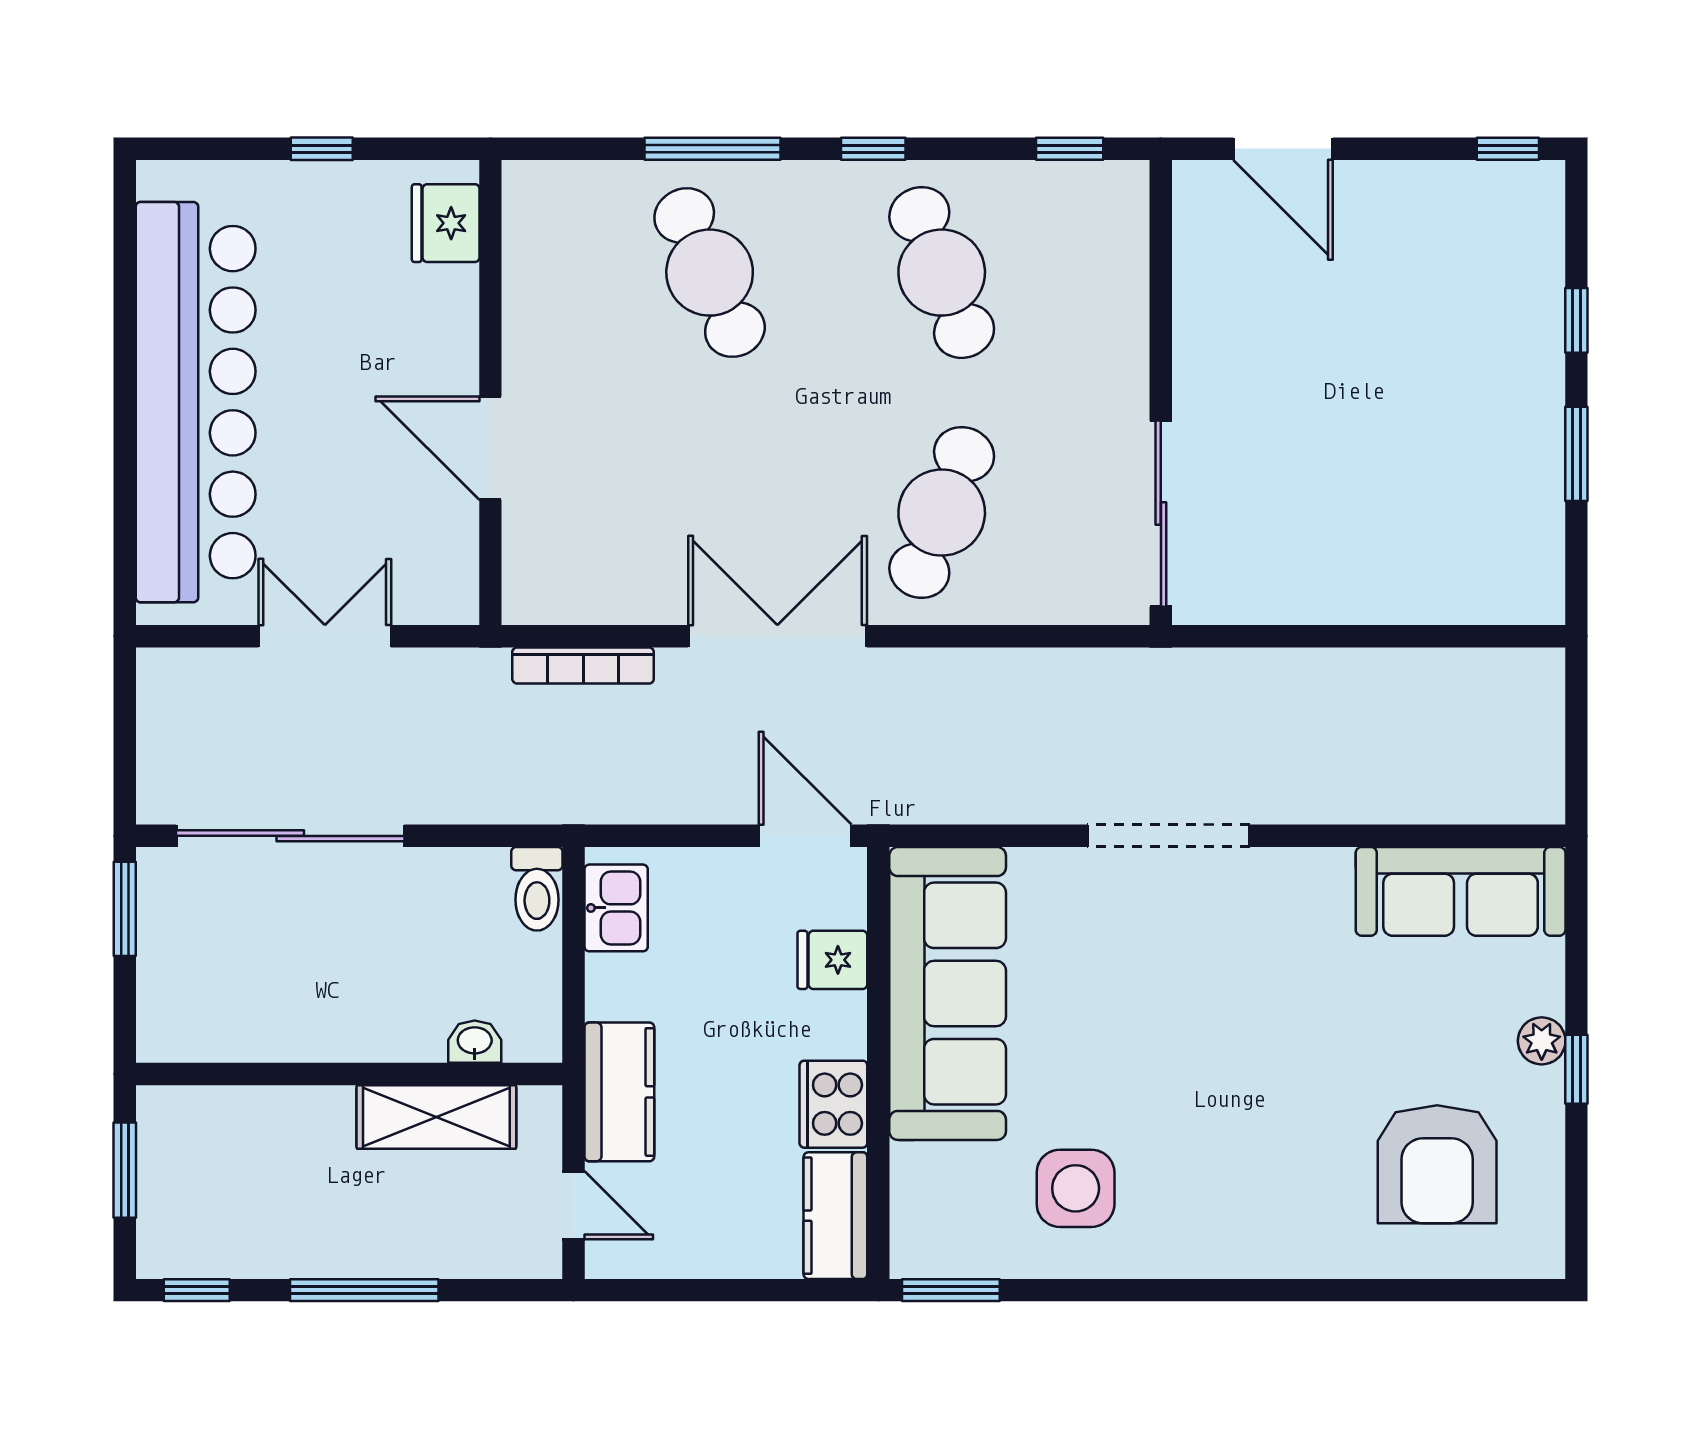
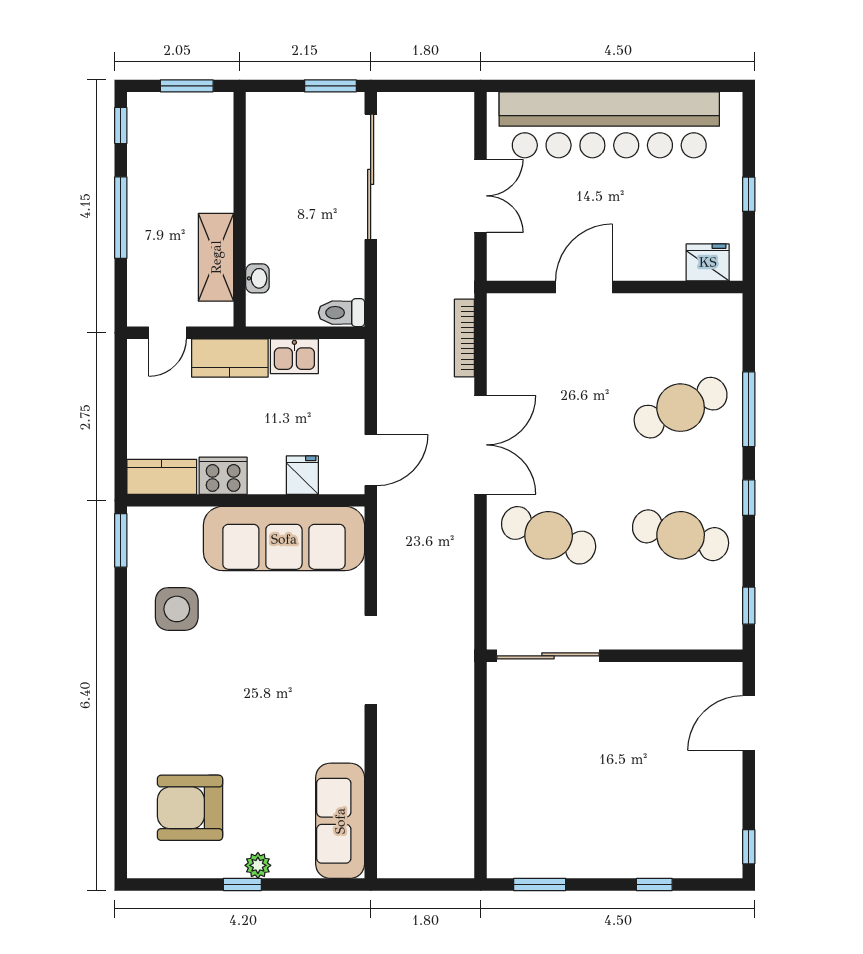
cafe table: (942, 273) -> (681, 535), turned 36
window: (1576, 454) -> (540, 884), moved
kitchen sink: (616, 908) -> (294, 356), moved

